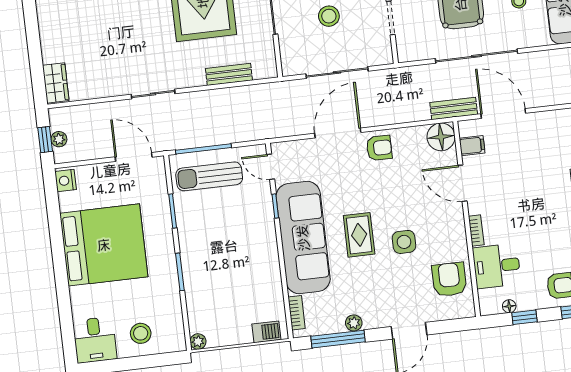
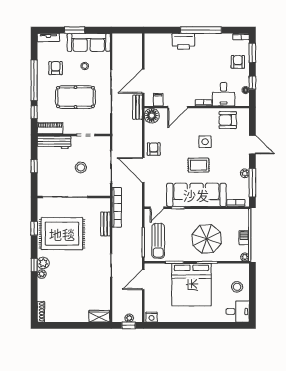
bookcase: (262, 92) -> (117, 207), added
bed: (104, 245) -> (191, 285), moved, turned 180
parasol: (223, 266) -> (207, 239), added
barbecue: (266, 332) -> (244, 238), moved

